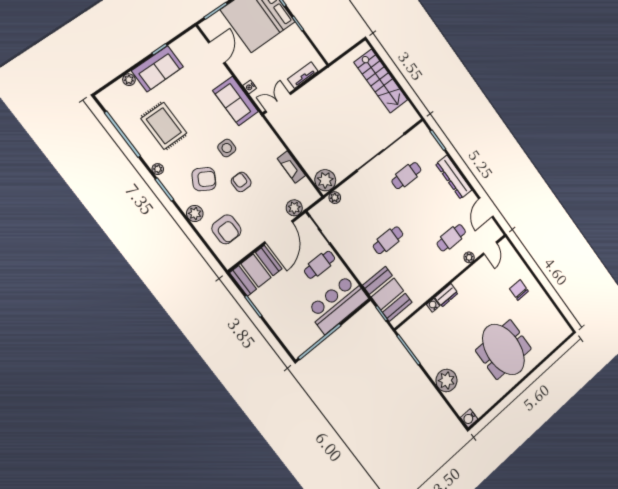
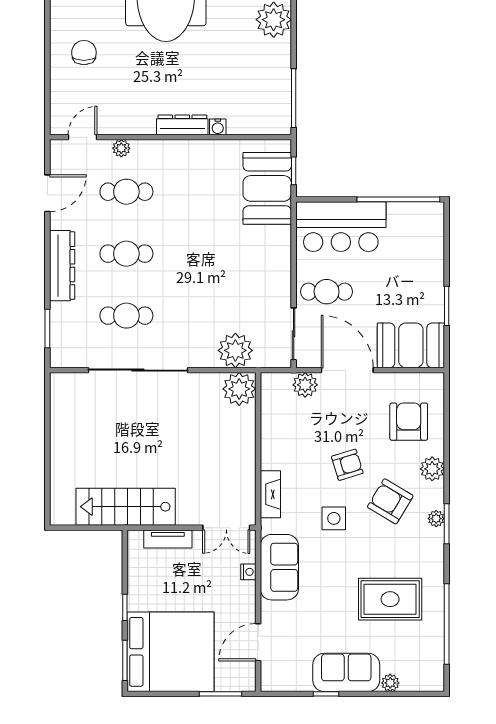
stairs: (381, 81) -> (126, 507), moved, turned -90
rug: (164, 126) -> (390, 599), turned 90
fireplace: (291, 167) -> (270, 494), moved
plant: (158, 169) -> (436, 519), moved
armchair: (241, 182) -> (347, 465), turned -107
plant: (335, 198) -> (235, 350), width x1.87, depth x1.87
door: (279, 232) -> (347, 370), hinge flipped
cafe table: (388, 240) -> (126, 254), moved
chair: (519, 290) -> (84, 53), turned 180
dresser: (446, 295) -> (182, 125), width x1.44

